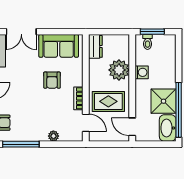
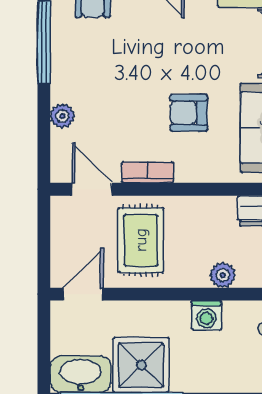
plant: (119, 70) -> (223, 275), width x0.53, depth x0.53
door: (86, 123) -> (92, 189), swing flipped

